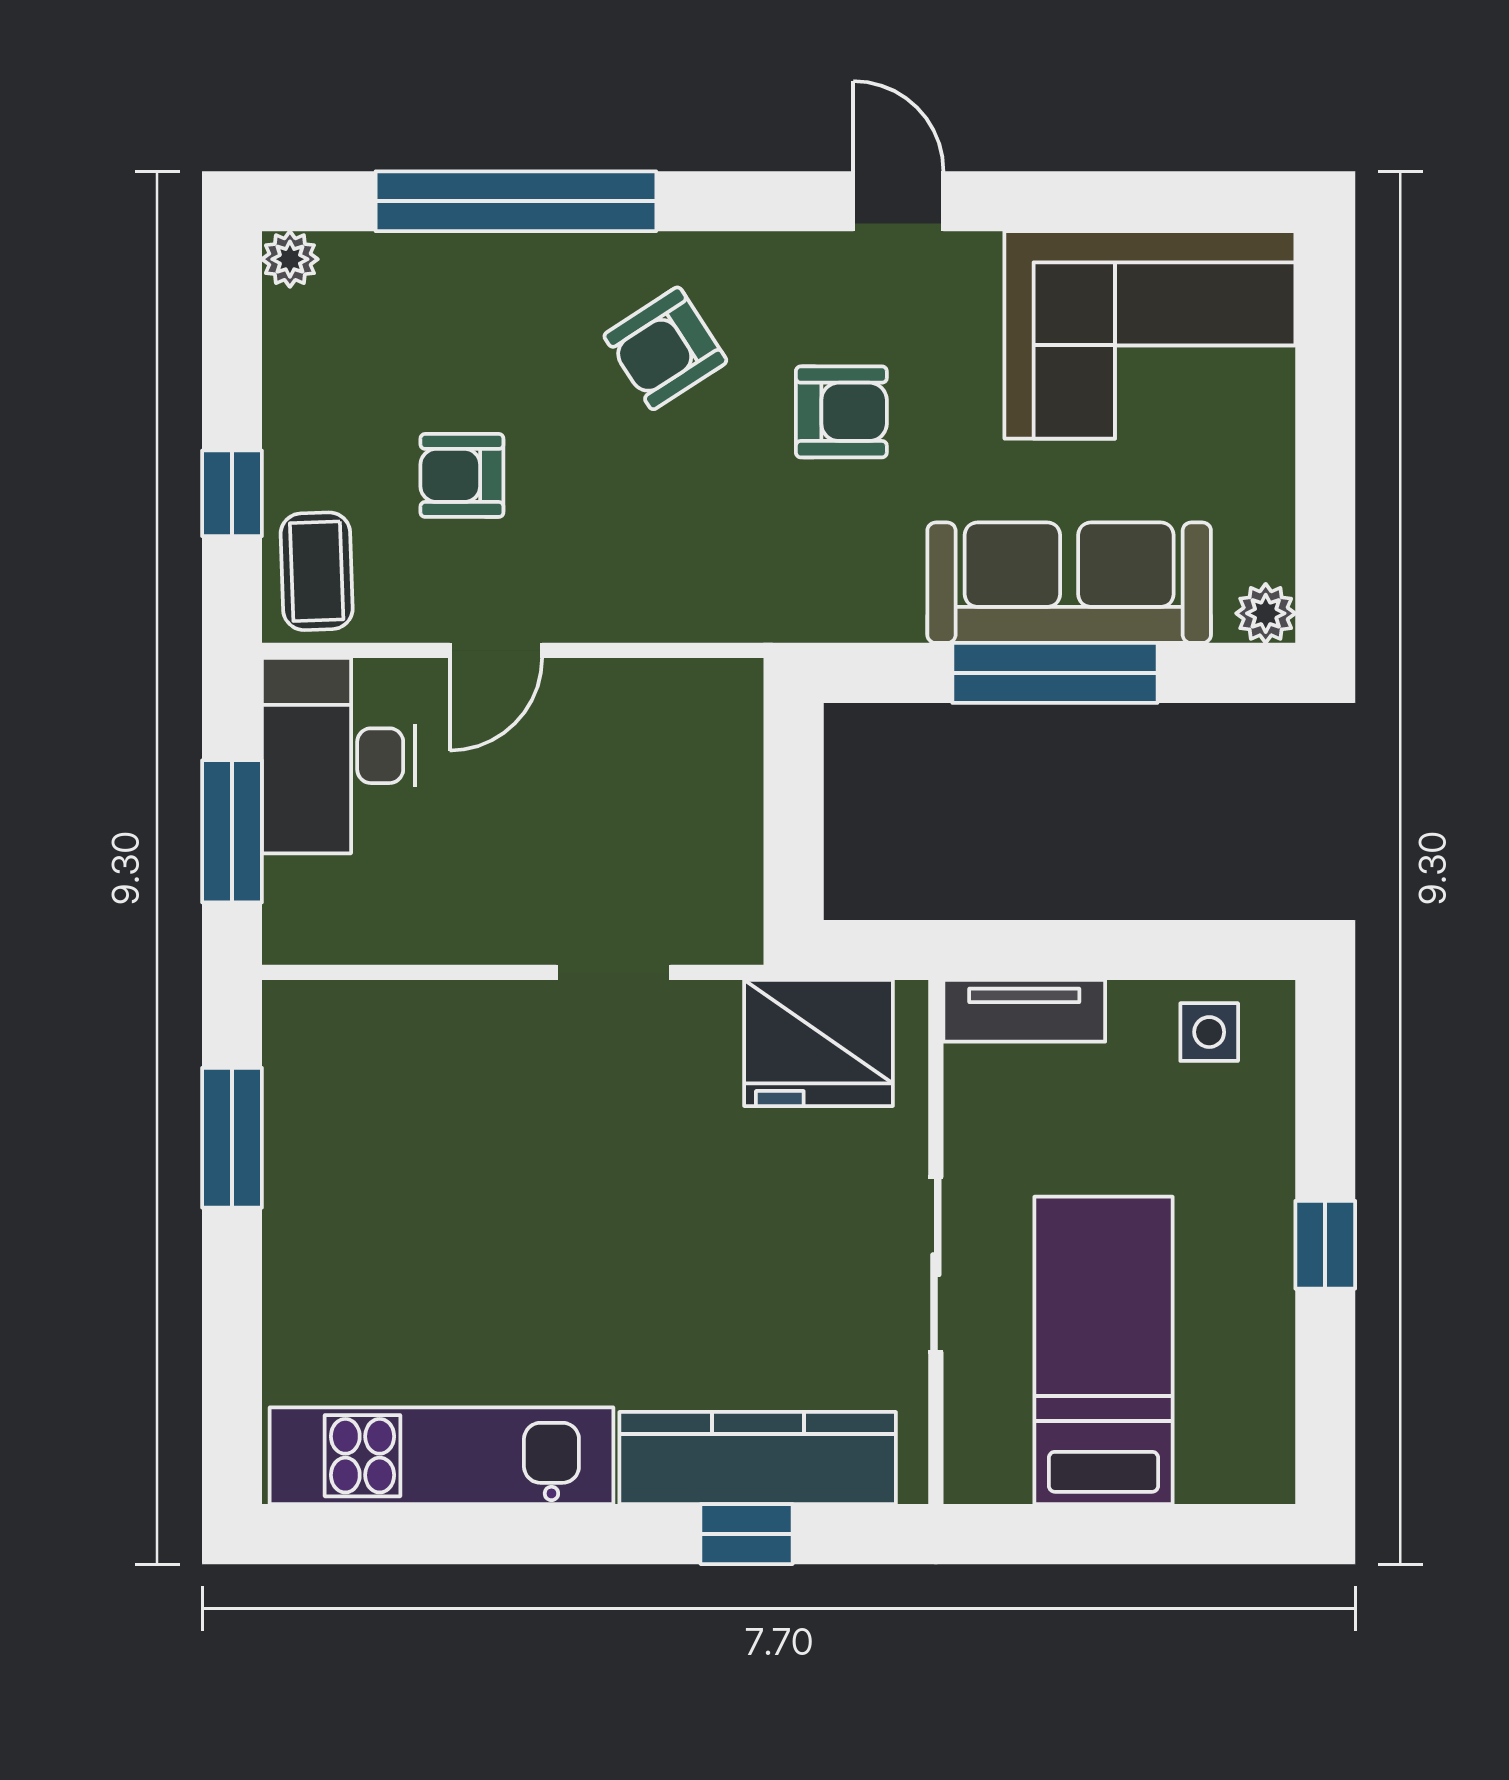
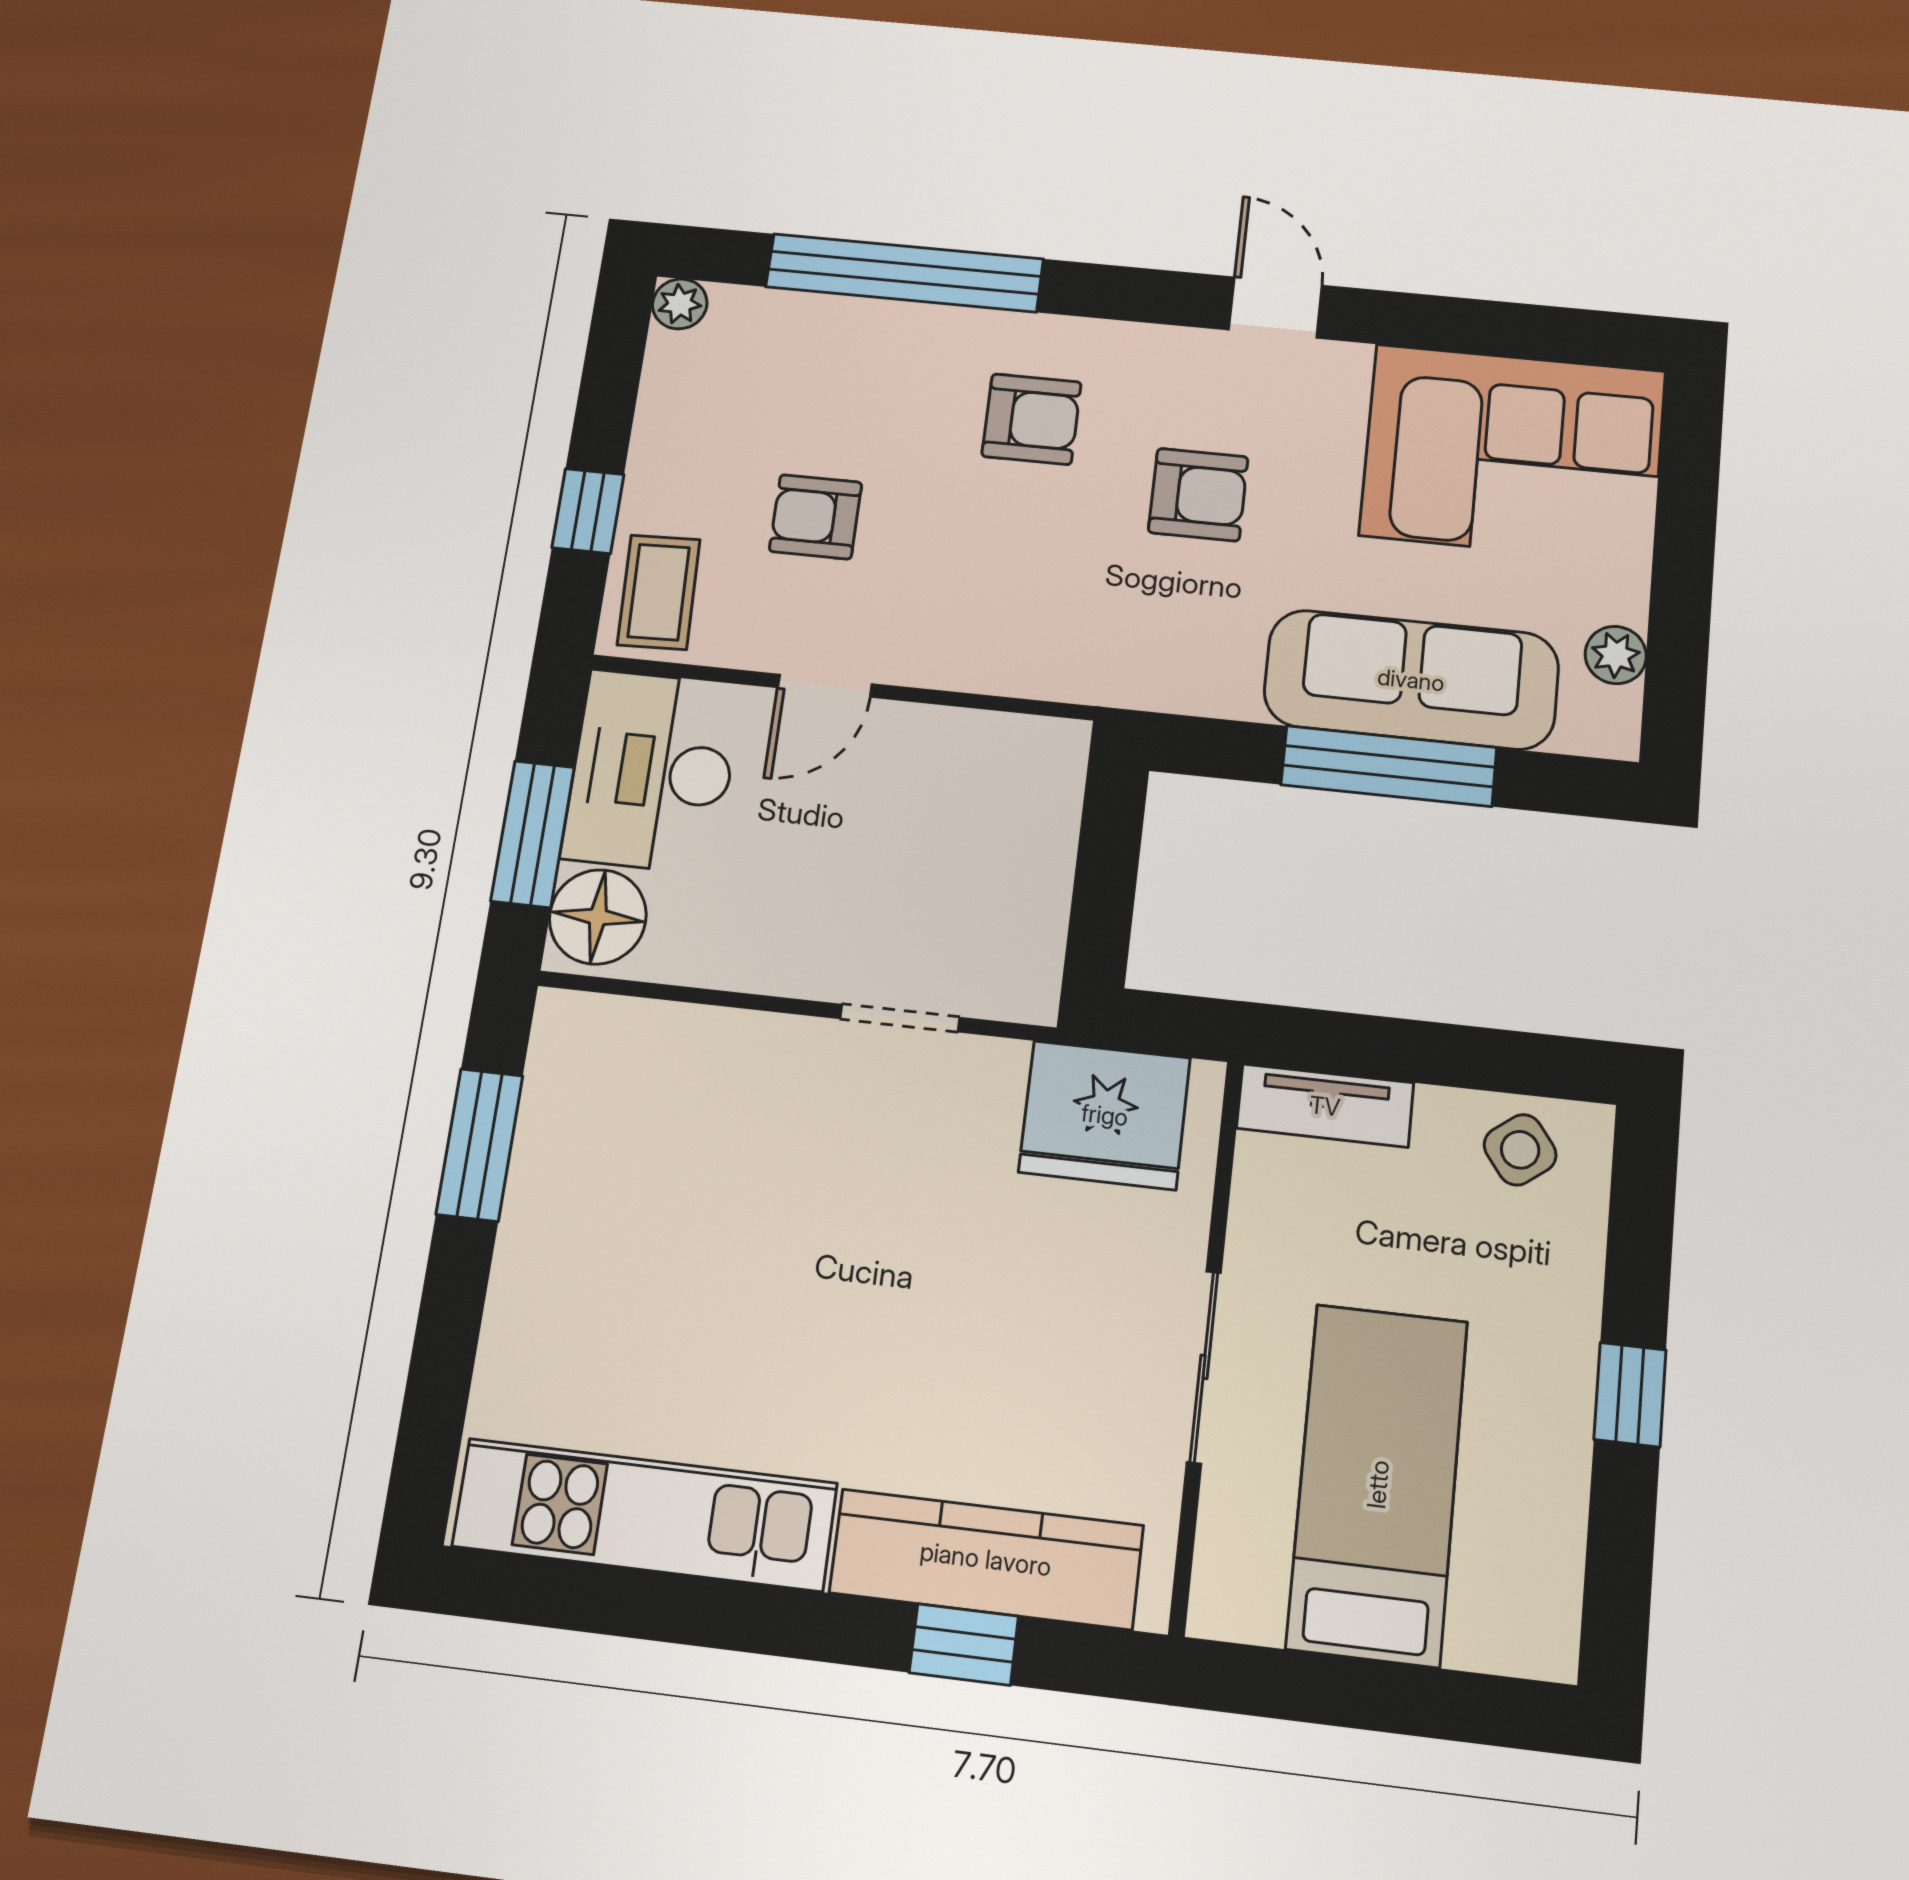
armchair: (665, 348) -> (1032, 419), turned -147
plant: (1266, 613) -> (1616, 655), moved
floor lamp: (309, 906) -> (598, 917), added
side table: (1209, 1032) -> (1520, 1150), turned -37

